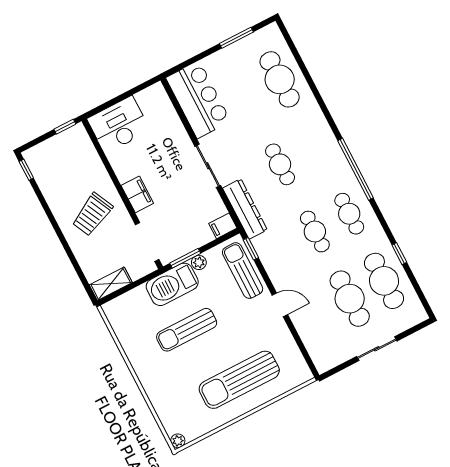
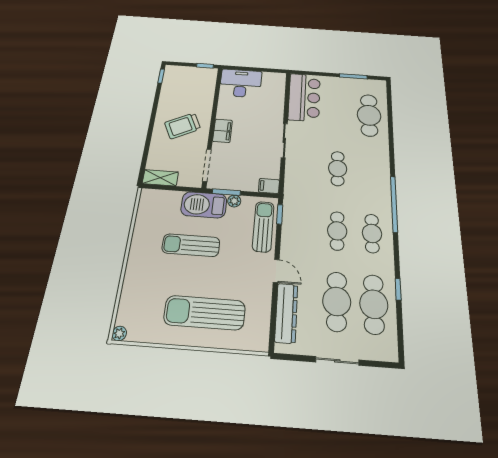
dresser: (245, 209) -> (286, 313), moved

